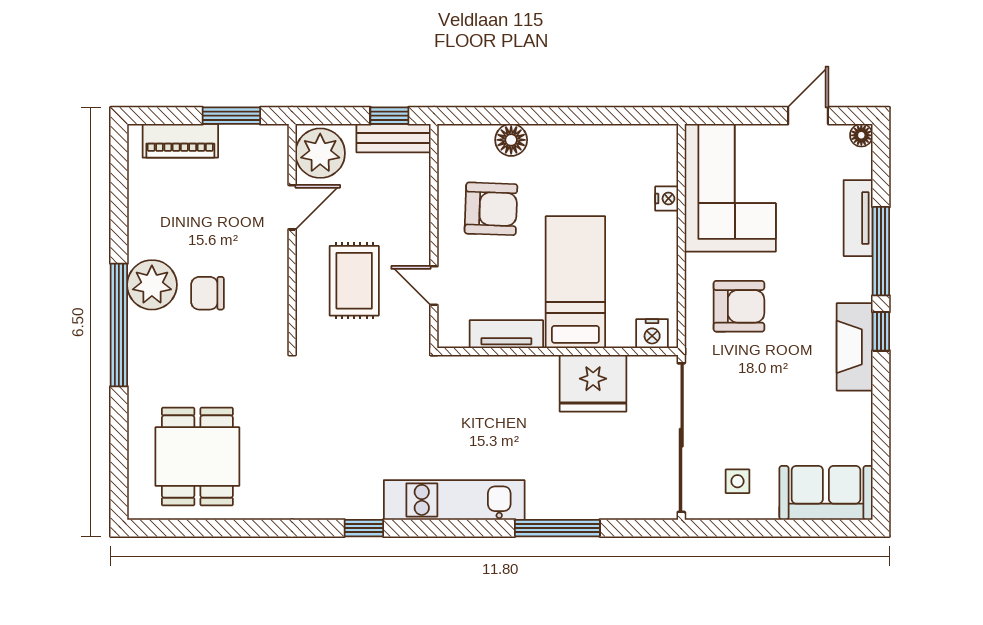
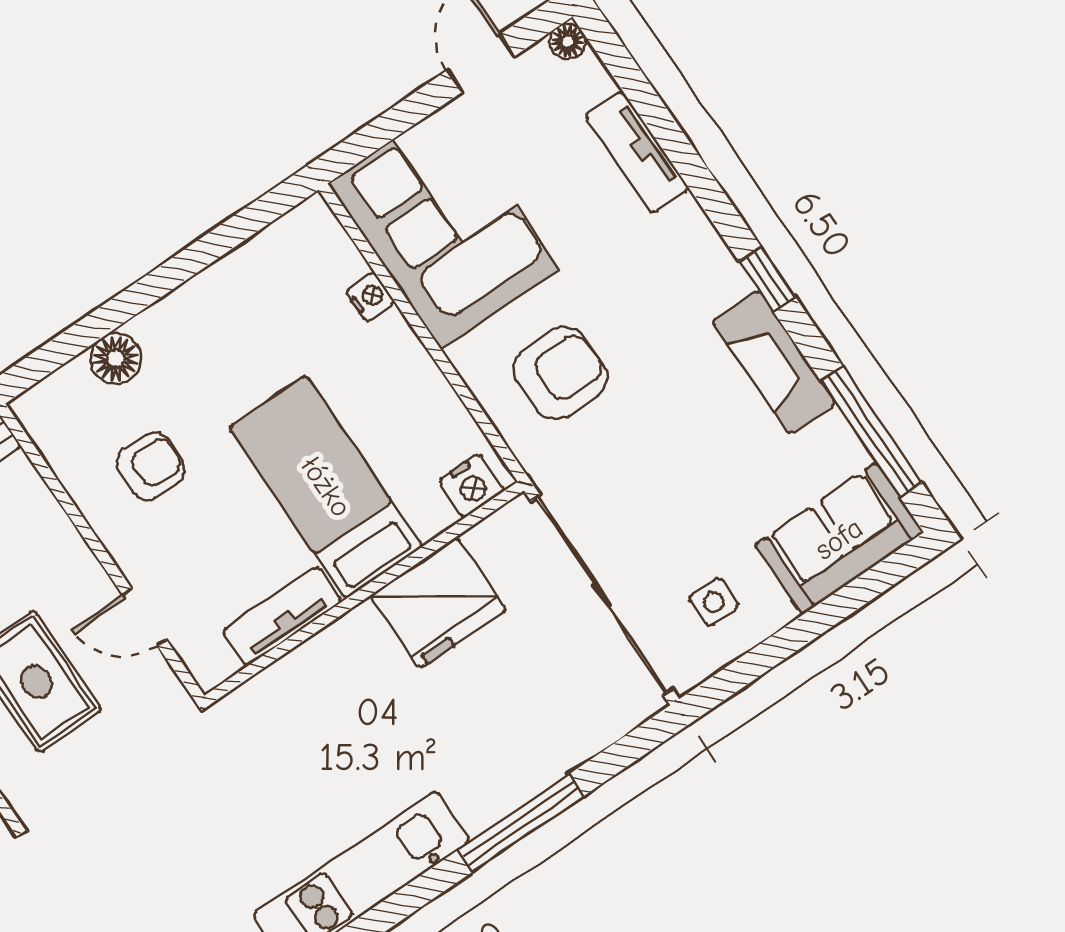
armchair: (491, 209) -> (151, 466), width x0.72, depth x0.72
window: (881, 251) -> (872, 432), moved
fireplace: (855, 347) -> (774, 362), moved

